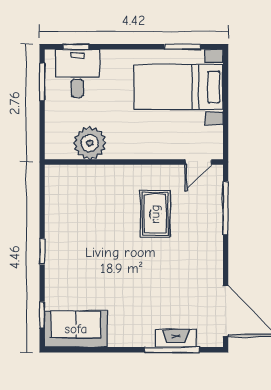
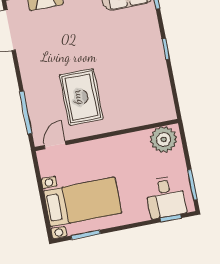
plant: (90, 143) -> (164, 139), moved
rug: (155, 214) -> (81, 97), width x1.36, depth x1.43

